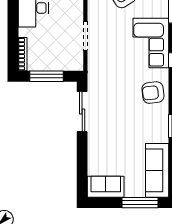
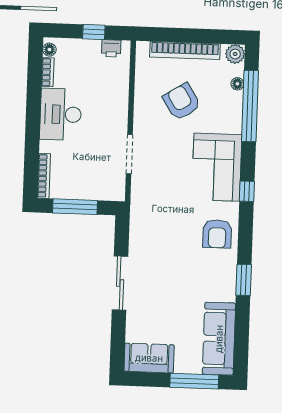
armchair: (153, 93) -> (217, 234), turned -83
sliding door: (82, 111) -> (120, 283), moved

